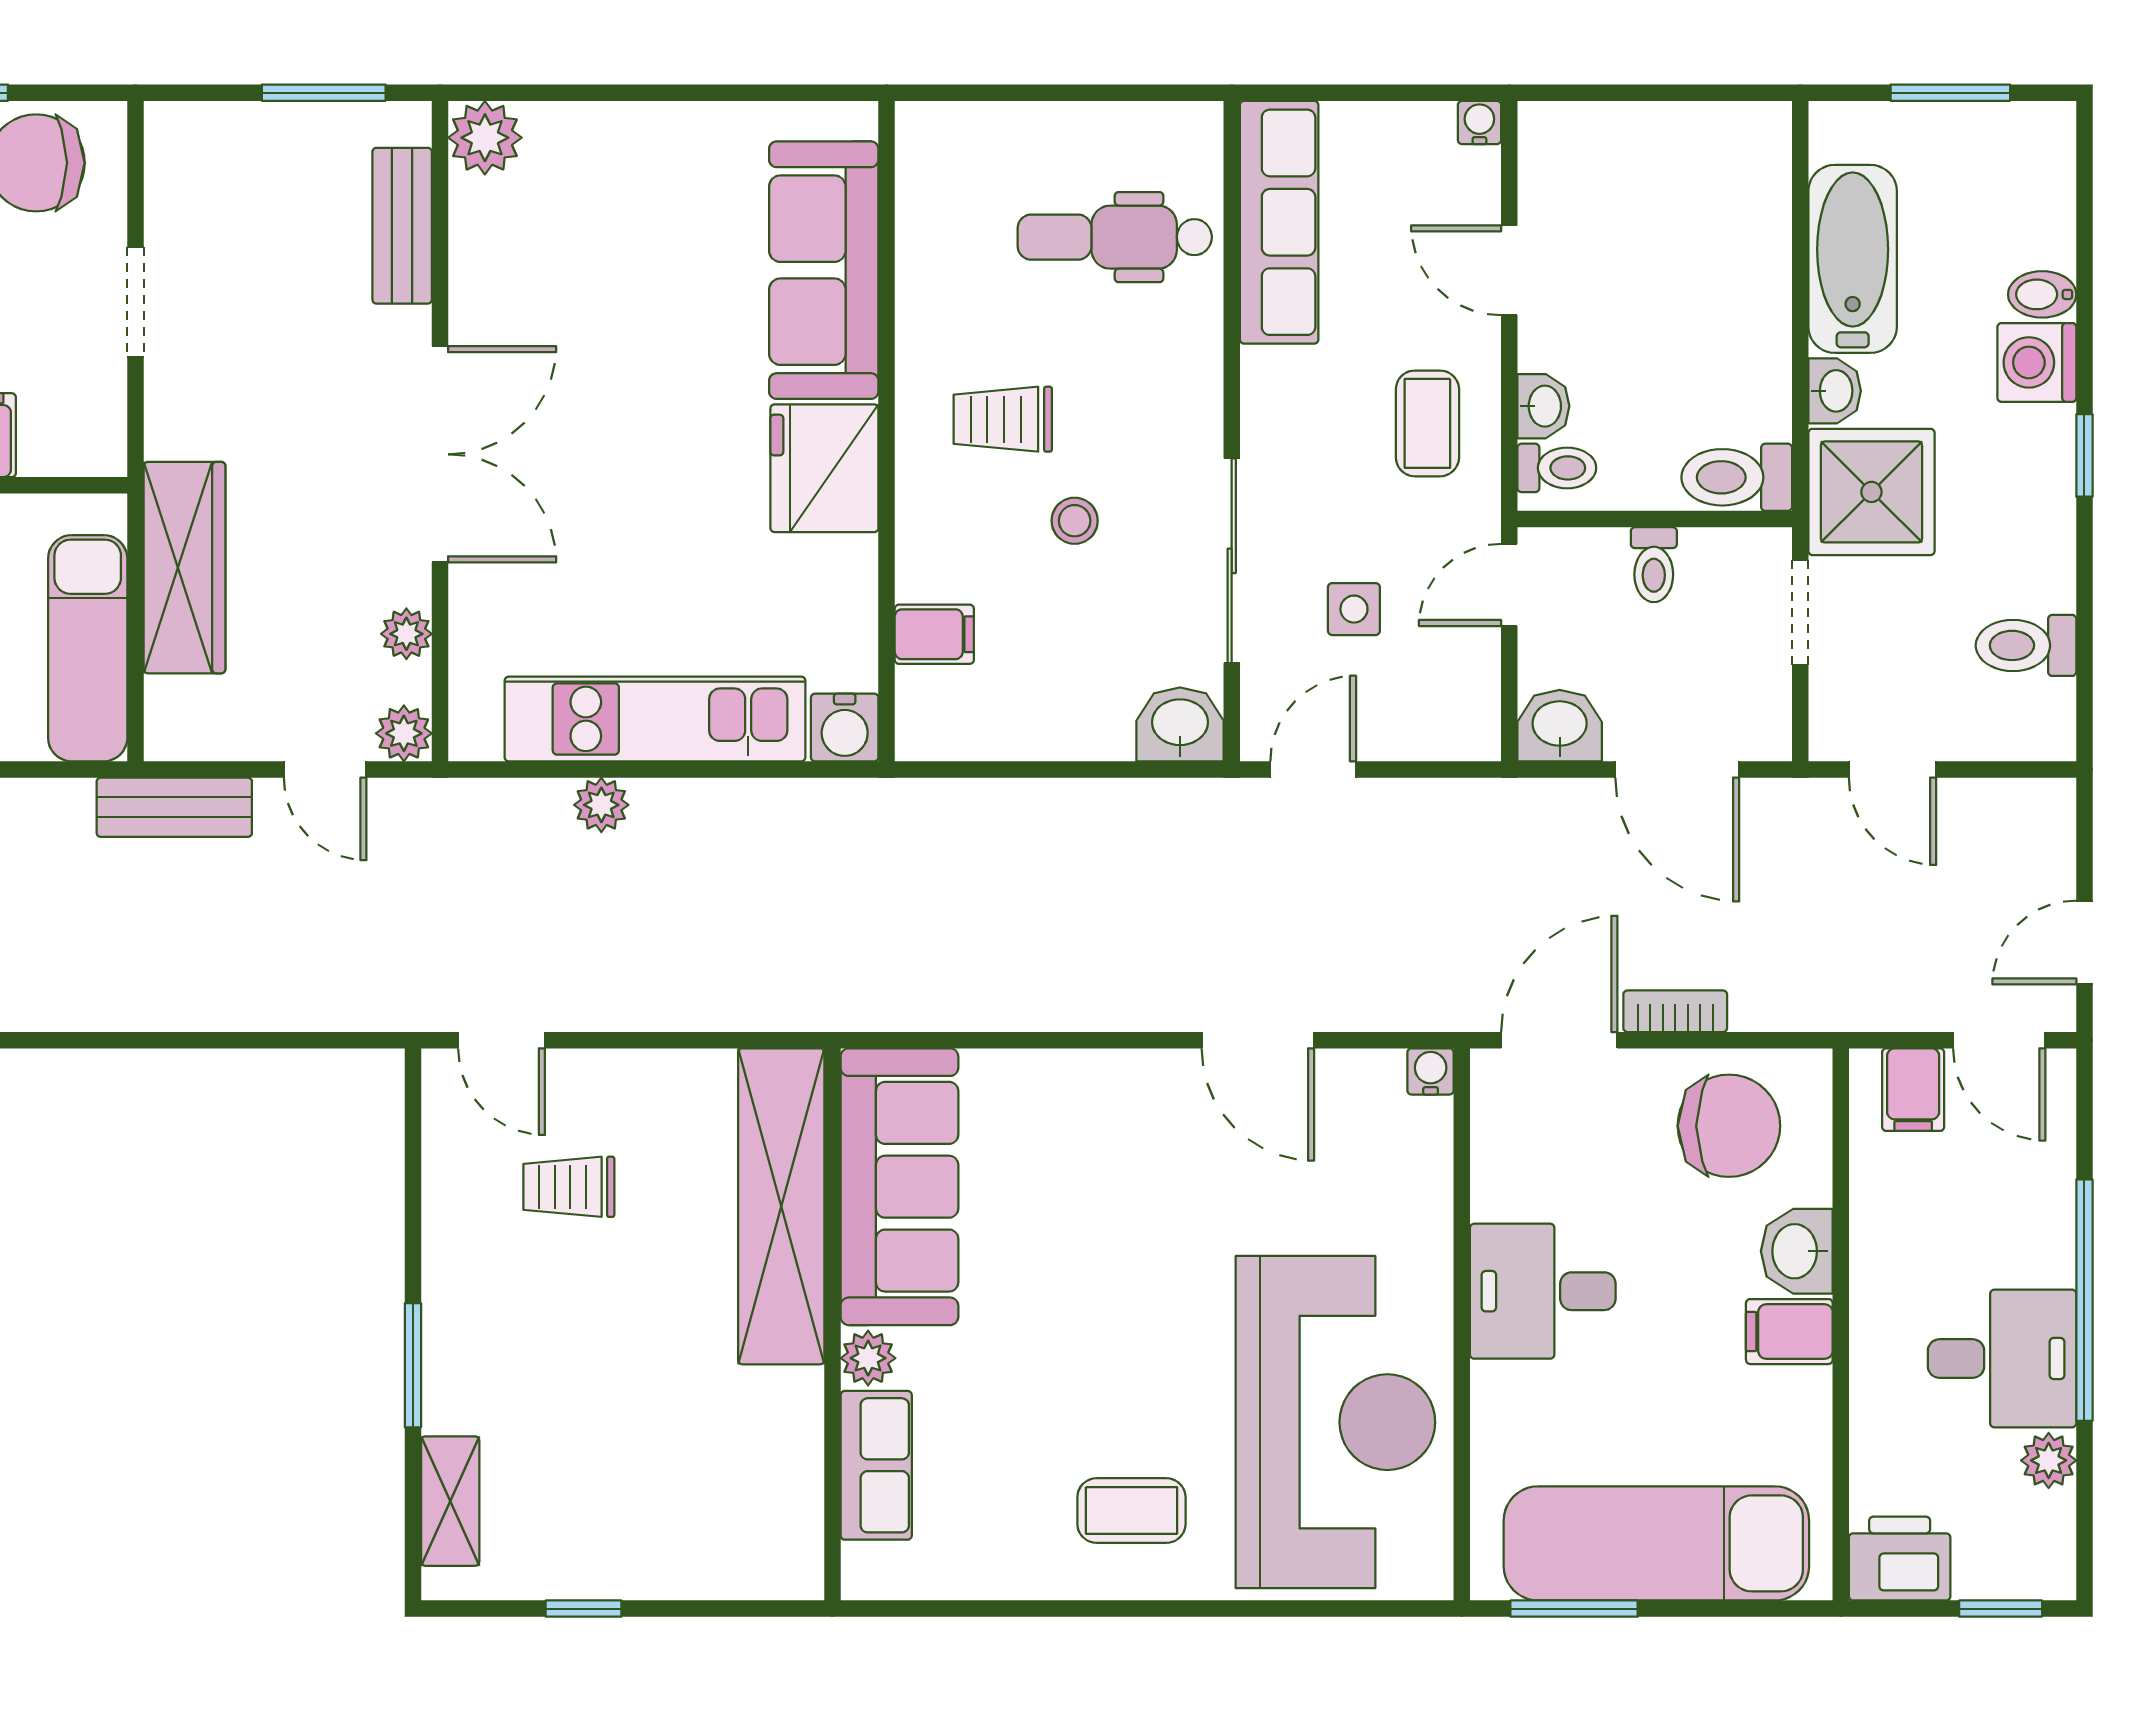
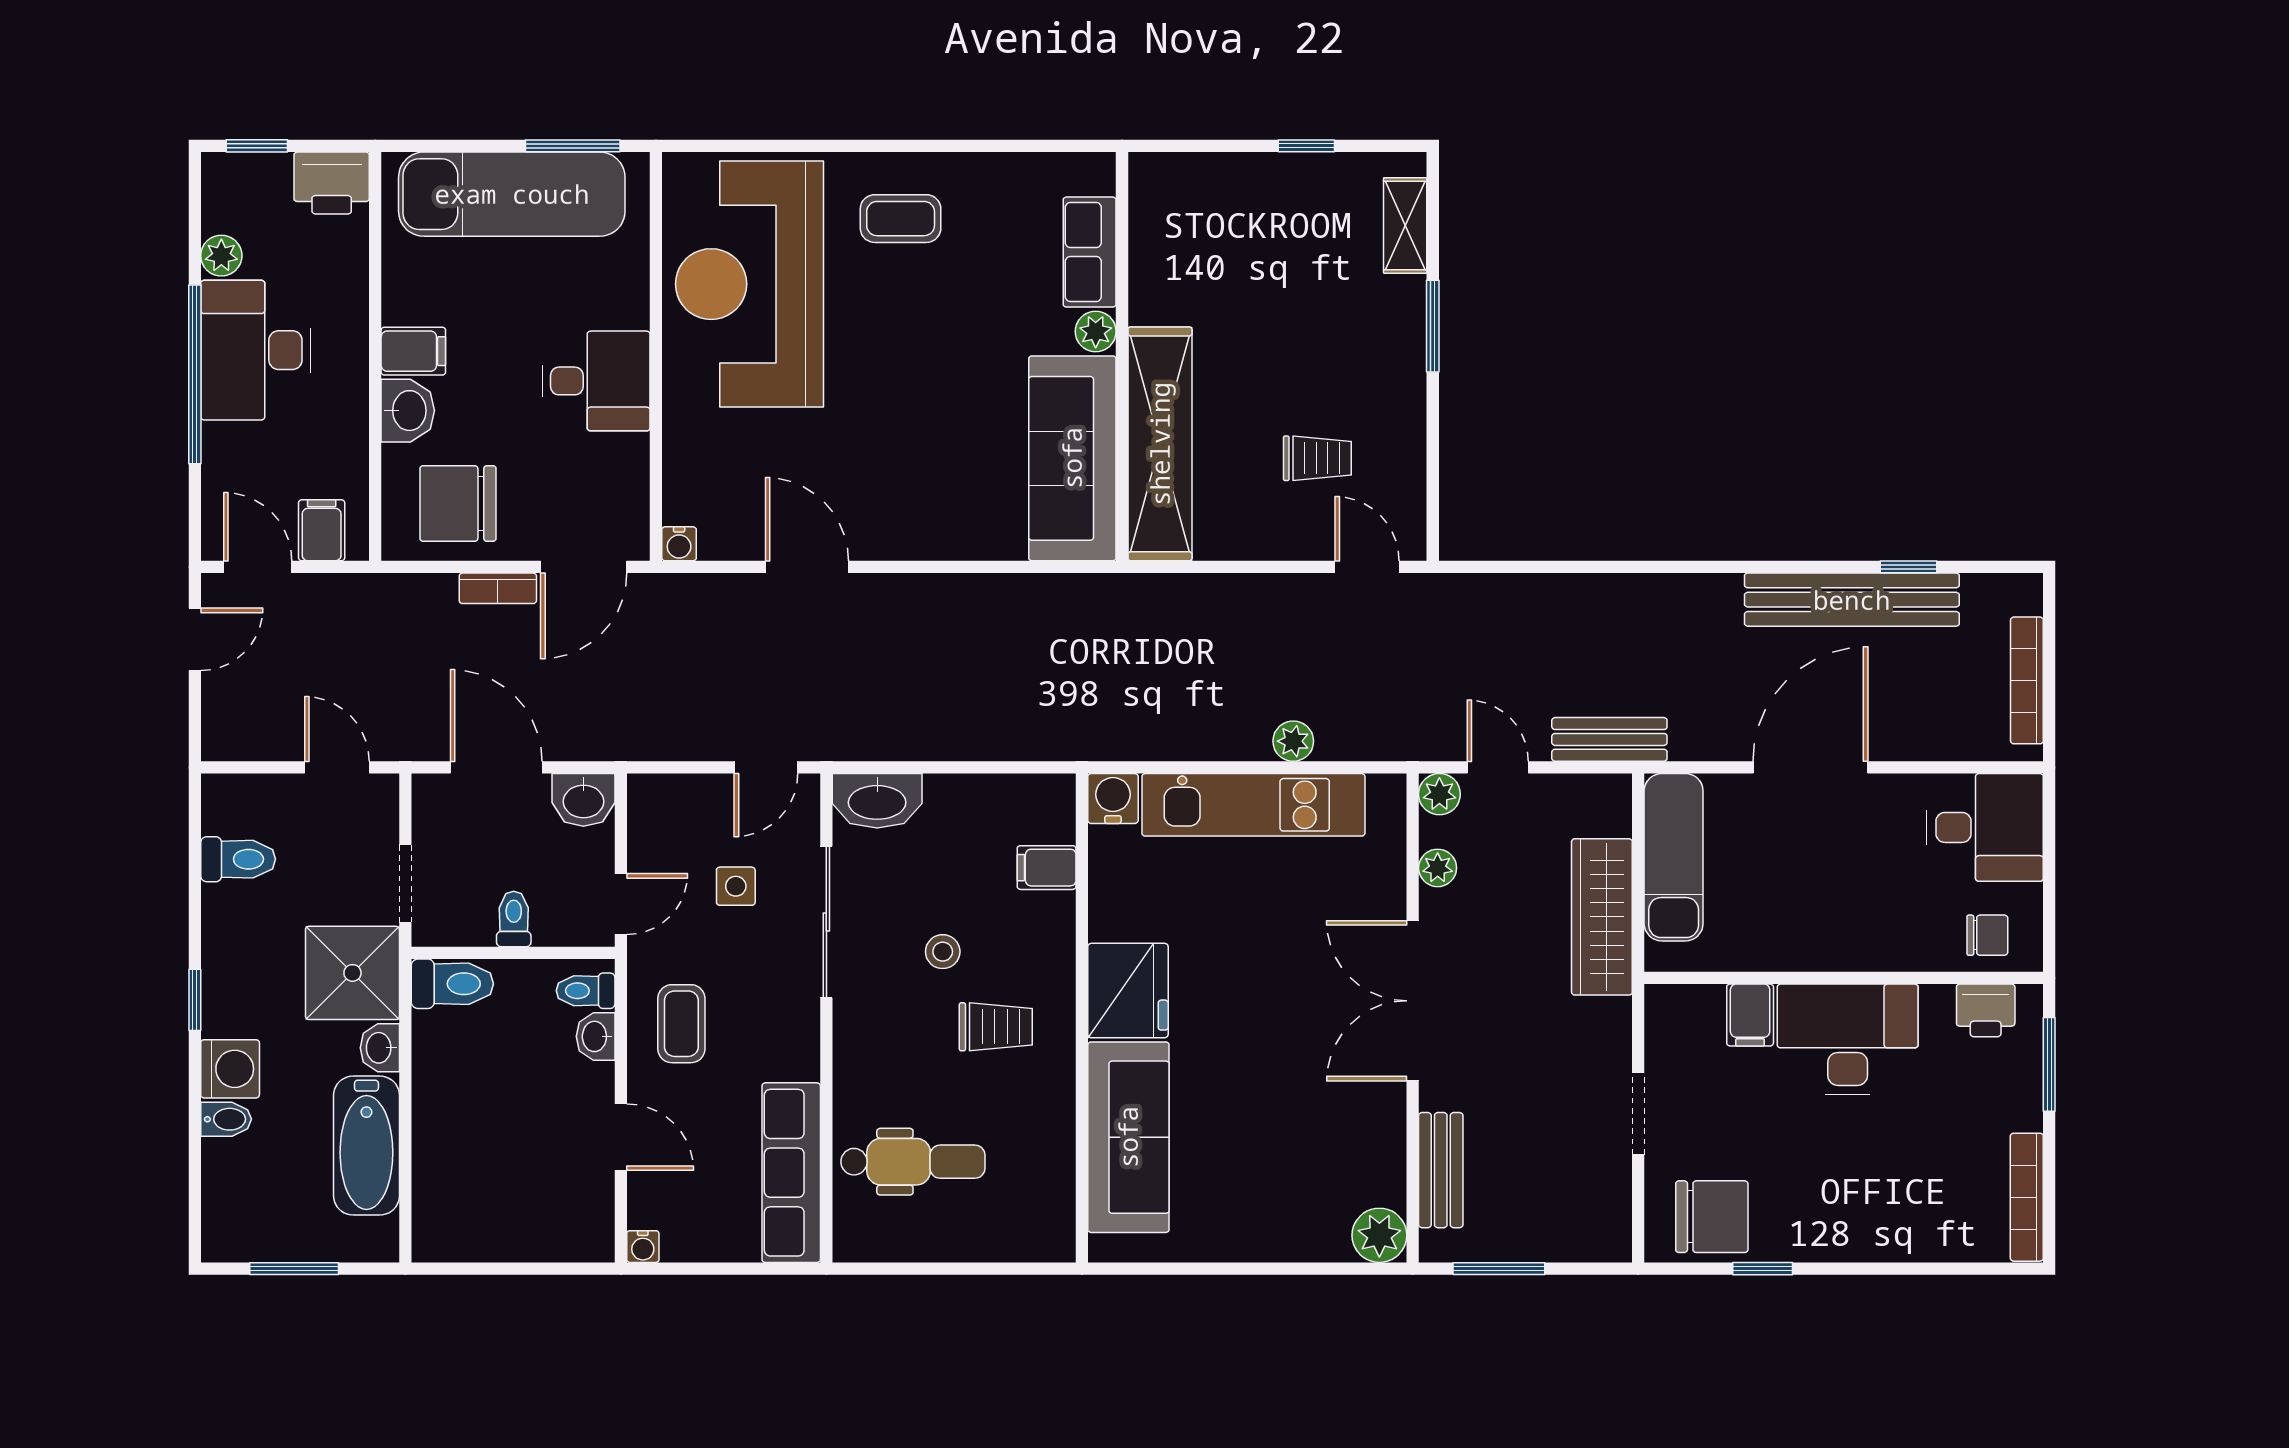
washbasin: (1180, 724) -> (877, 801), width x1.38
desk: (2002, 1359) -> (256, 350), width x1.37

